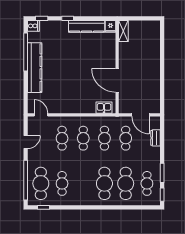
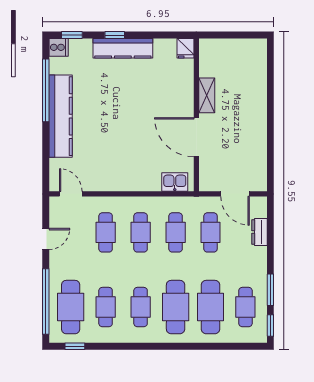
kitchen counter: (87, 26) -> (123, 48), moved
shelving: (123, 31) -> (207, 95), moved
cafe table: (83, 183) -> (141, 307), added

